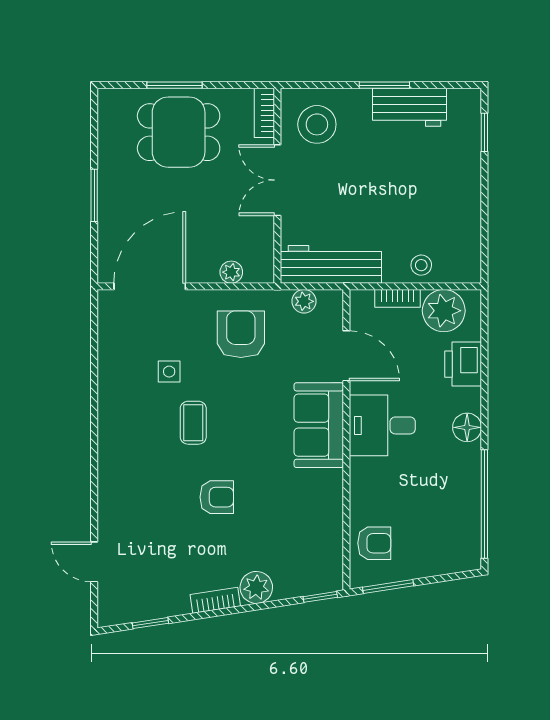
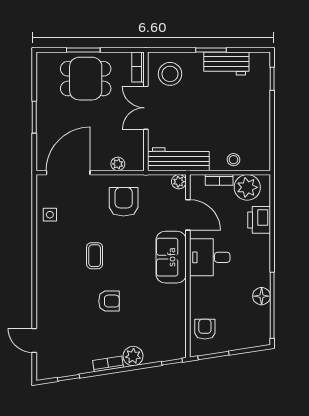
plant: (304, 301) -> (179, 182), moved
side table: (169, 372) -> (50, 215), moved
floor lamp: (467, 427) -> (262, 296), moved
armchair: (374, 543) -> (205, 329), turned -90

